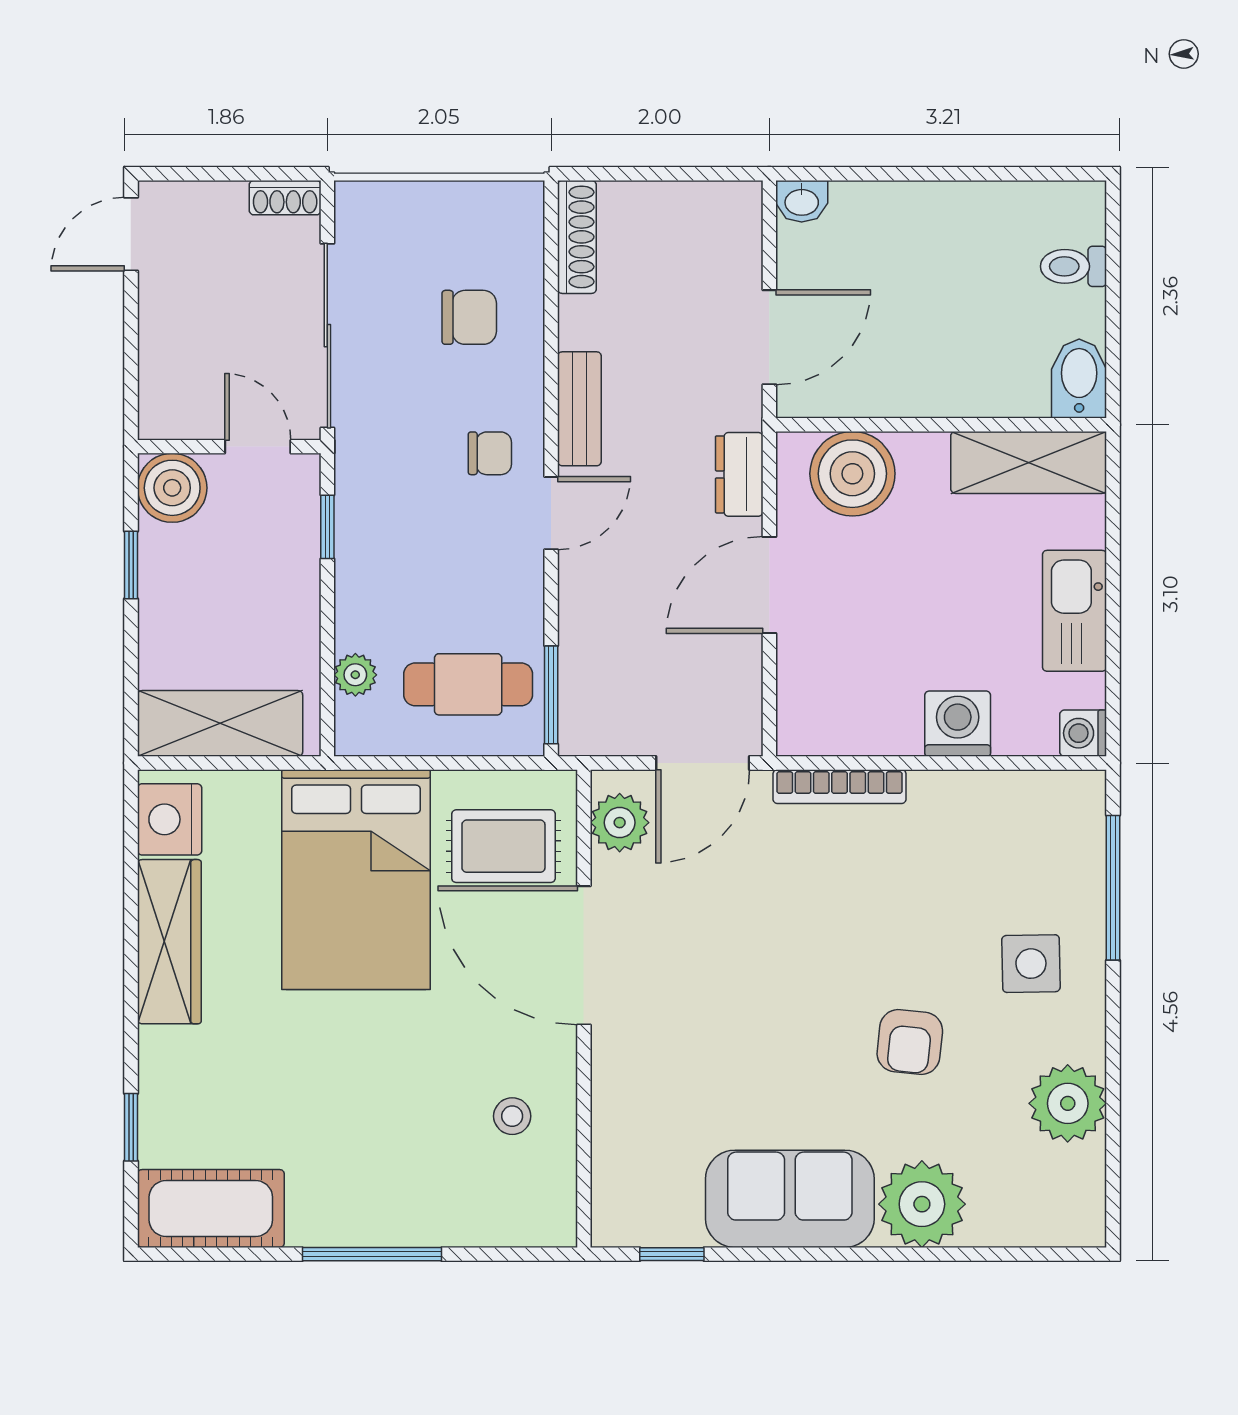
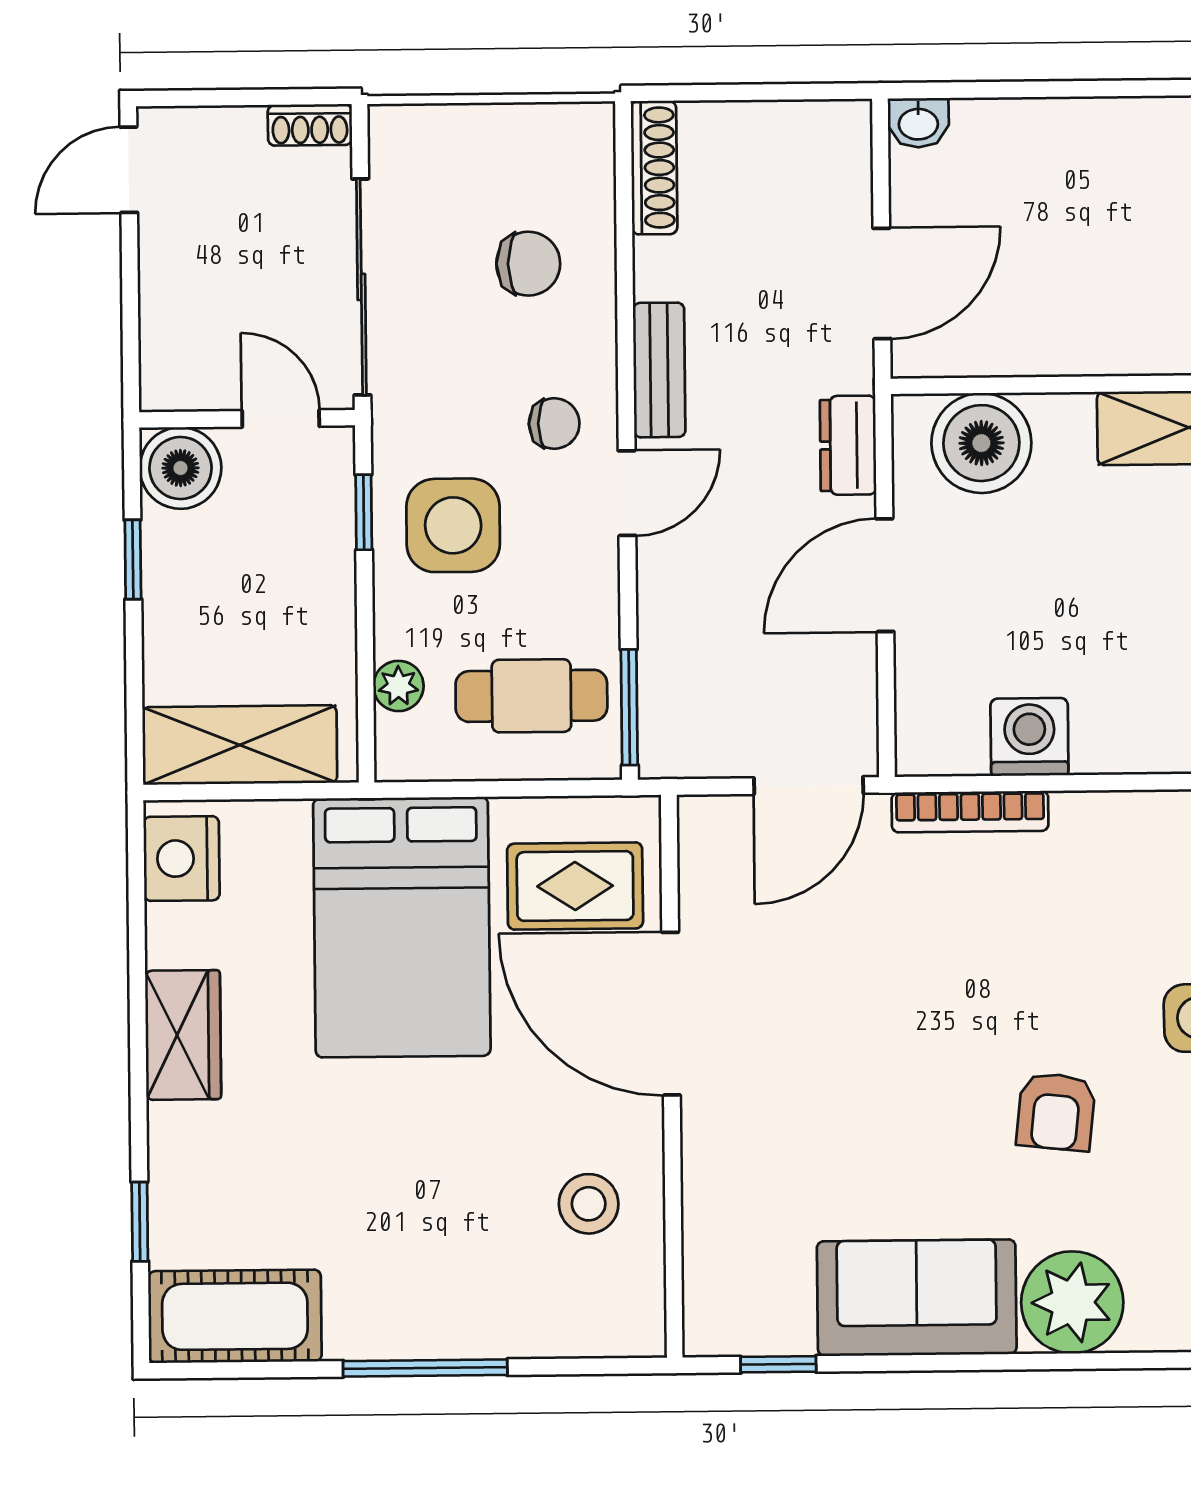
side table: (403, 539) -> (453, 525), added
washing machine: (958, 724) -> (1029, 737), moved
plant: (620, 823) -> (712, 857), removed
wardrobe: (169, 942) -> (183, 1035), width x0.67
stool: (512, 1116) -> (589, 1204), width x1.37, depth x1.37

